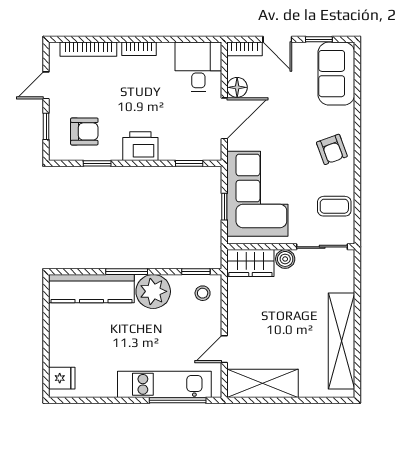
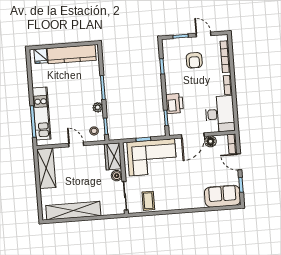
door: (277, 39) -> (239, 162), hinge flipped
desk: (198, 67) -> (220, 114), width x1.37
door: (224, 118) -> (193, 136), hinge flipped
armchair: (84, 131) -> (194, 60), moved
printer: (140, 146) -> (175, 103), moved
armchair: (332, 149) -> (180, 197), removed
kitchen counter: (91, 289) -> (72, 54), moved, turned -90
plant: (153, 291) -> (98, 107), width x0.53, depth x0.53
door: (224, 349) -> (76, 144), moved

